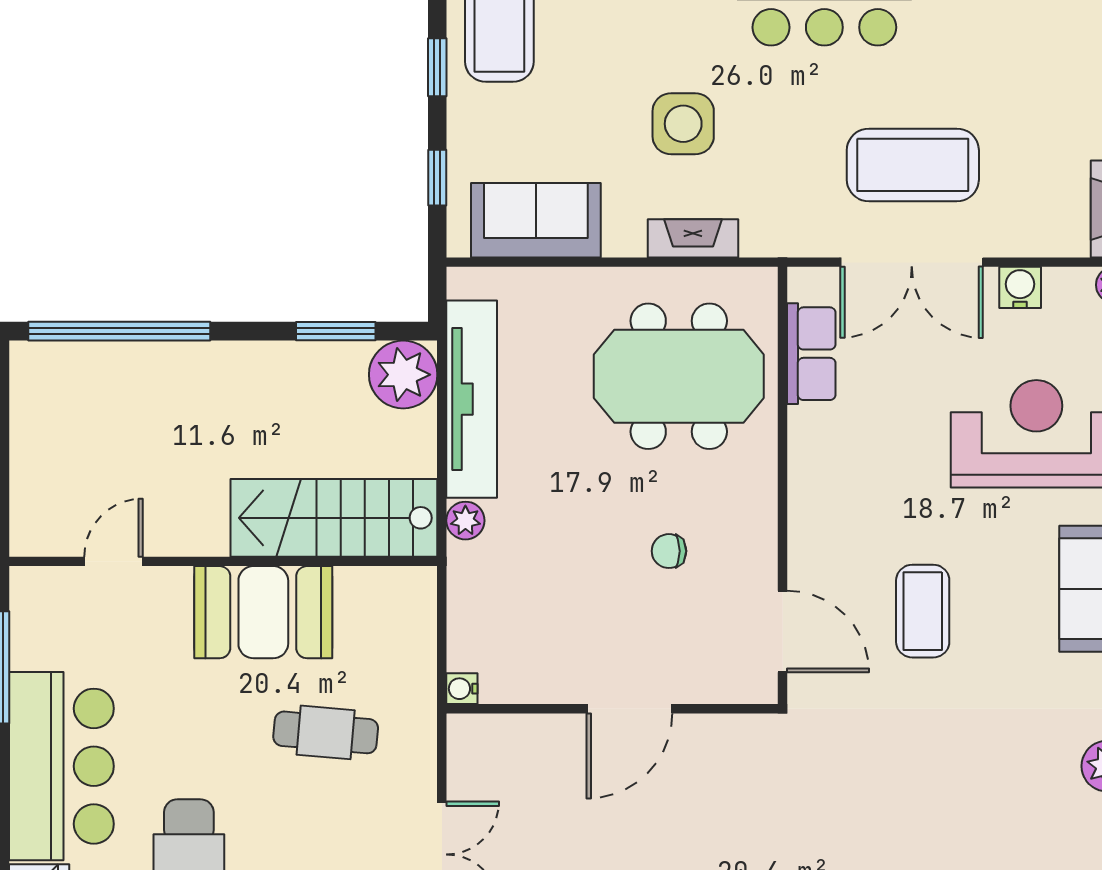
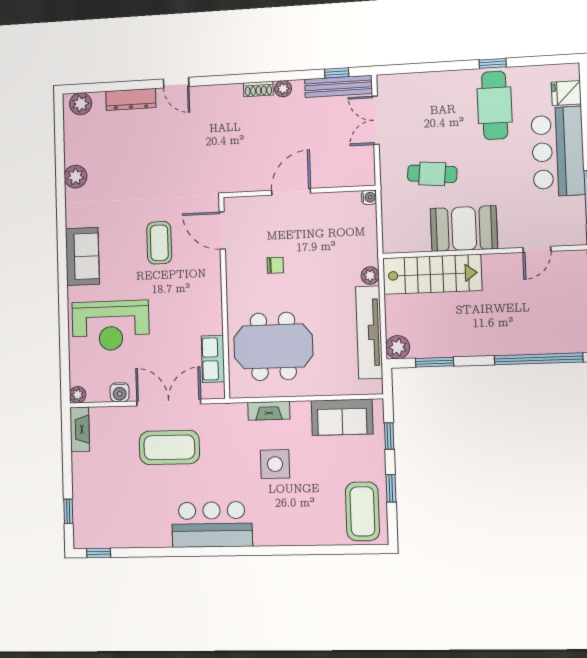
plant: (403, 375) -> (398, 347), width x0.73, depth x0.73

